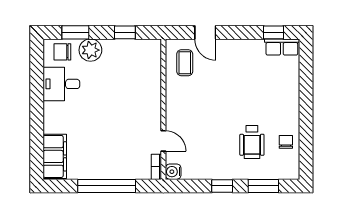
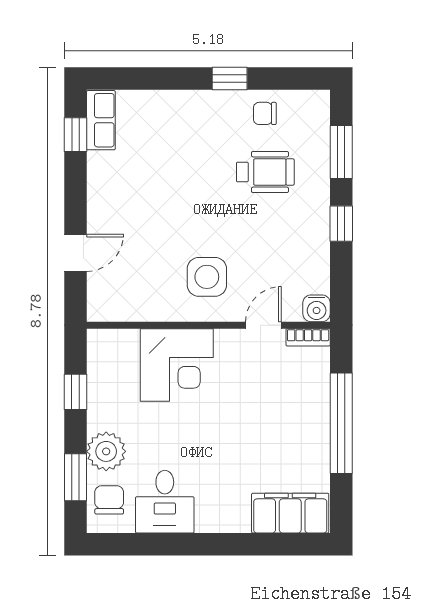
chair: (62, 52) -> (109, 500), turned 180
coffee table: (185, 63) -> (128, 288), removed
corner desk: (140, 91) -> (177, 365), added
side table: (191, 108) -> (207, 277), added
window: (306, 121) -> (230, 78), added

